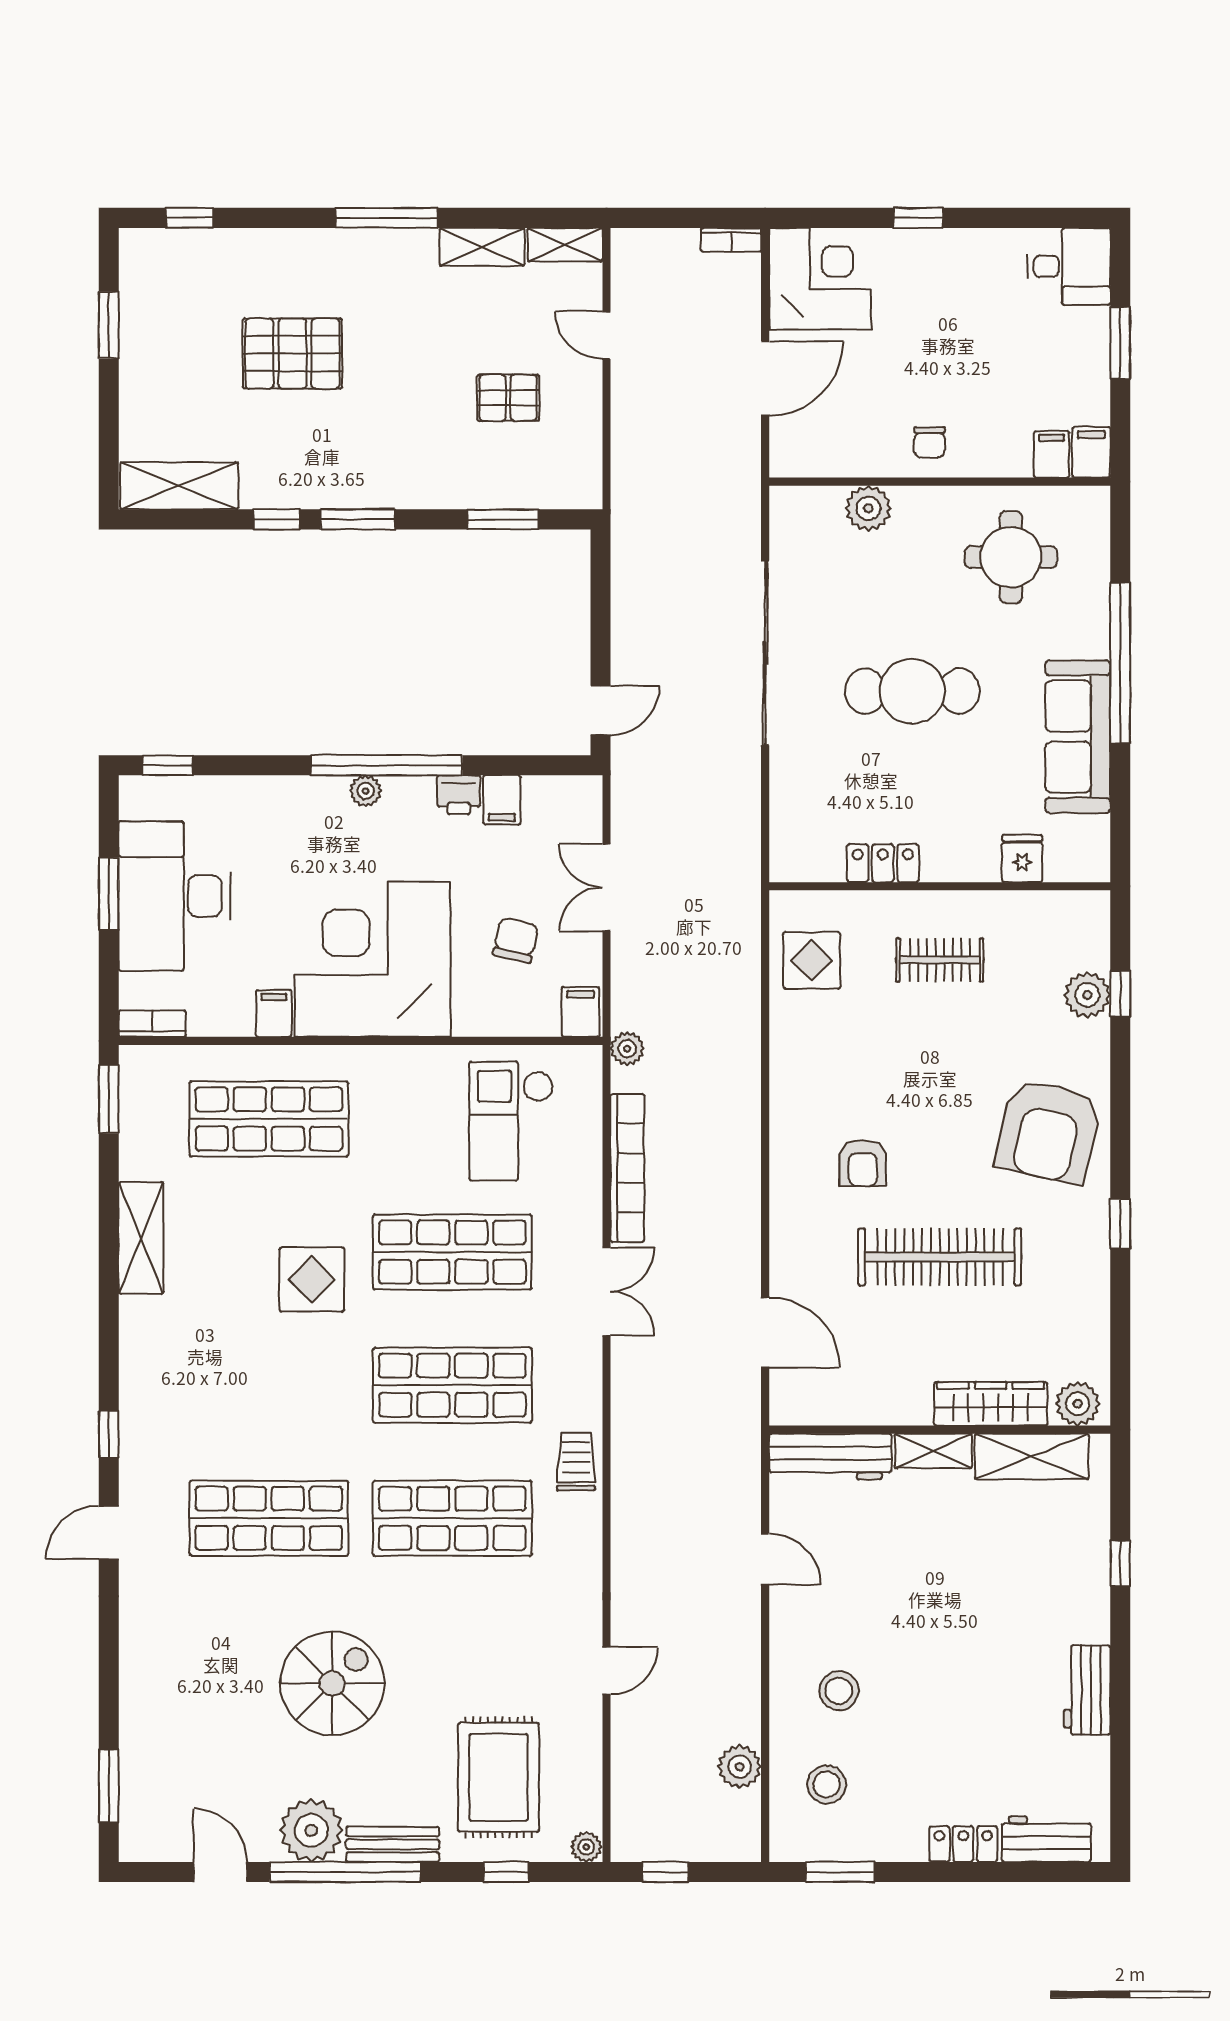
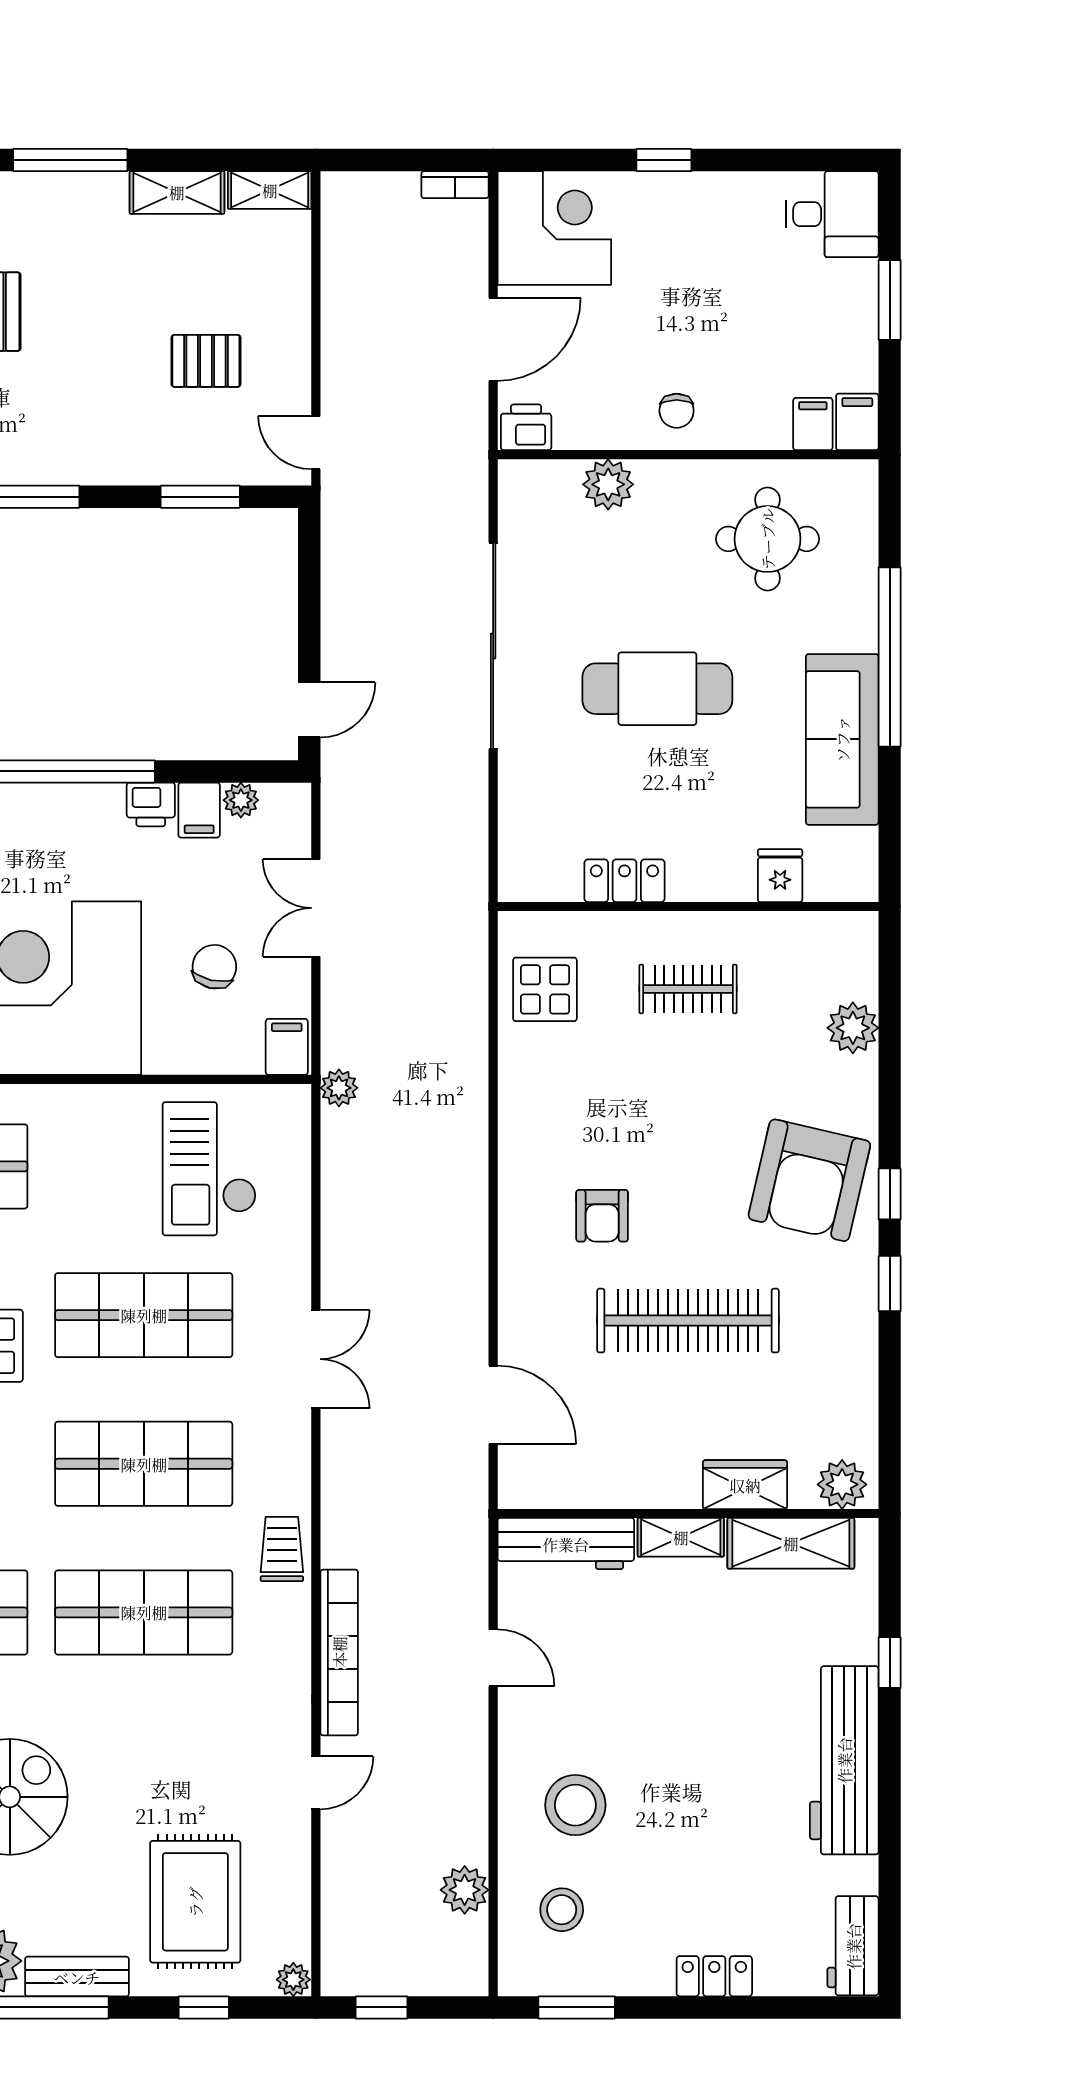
door: (607, 335) -> (316, 443), moved
printer: (795, 457) -> (526, 427), added
plant: (366, 791) -> (241, 800), moved
window: (1120, 994) -> (890, 1194), moved
bookcase: (627, 1168) -> (339, 1652), moved
wardrobe: (991, 1404) -> (745, 1485), width x0.67
workbench: (1087, 1690) -> (844, 1760), width x1.88, depth x1.32
stool: (839, 1691) -> (575, 1805), width x1.38, depth x1.38
workbench: (1046, 1839) -> (853, 1946), moved, turned -90

